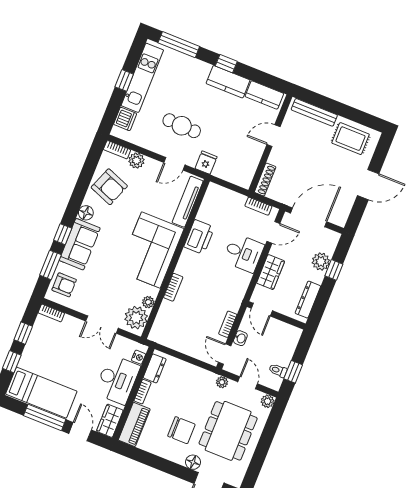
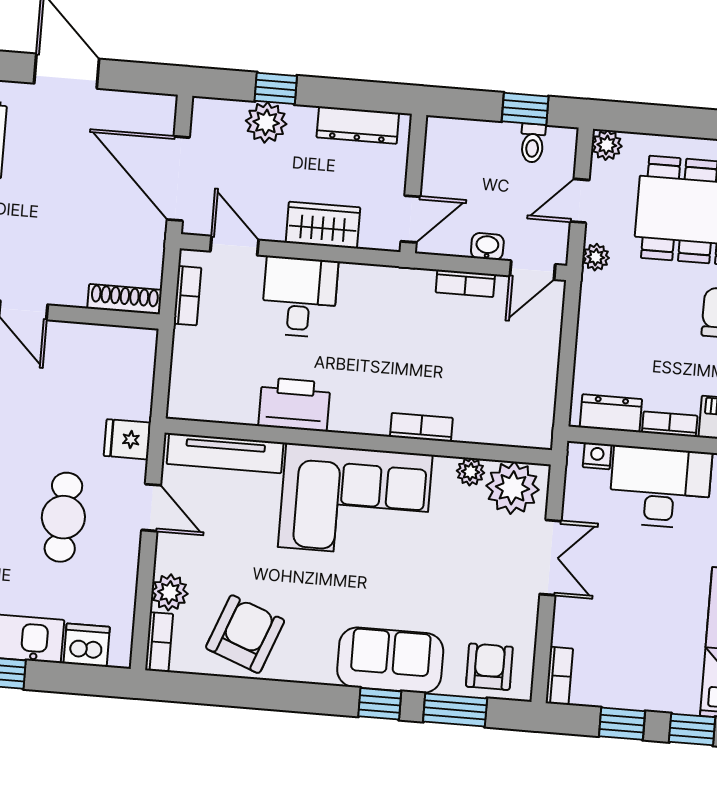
floor lamp: (86, 213) -> (318, 668), removed

